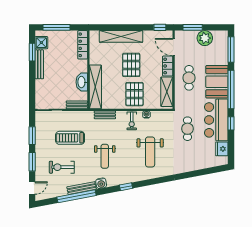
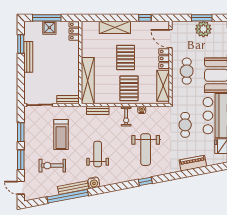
window: (160, 27) -> (145, 18), moved
window: (193, 27) -> (202, 18), moved
shelving: (121, 36) -> (115, 27), width x0.68
shower: (41, 43) -> (49, 28), moved
locker: (83, 45) -> (74, 31), width x0.66
washbasin: (82, 82) -> (73, 76), removed
treadmill: (70, 138) -> (61, 135), turned -90
weight bench: (105, 156) -> (98, 154), turned 180
piano: (195, 165) -> (193, 163), added
window: (126, 187) -> (145, 181), moved
door: (32, 188) -> (21, 188), swing flipped

